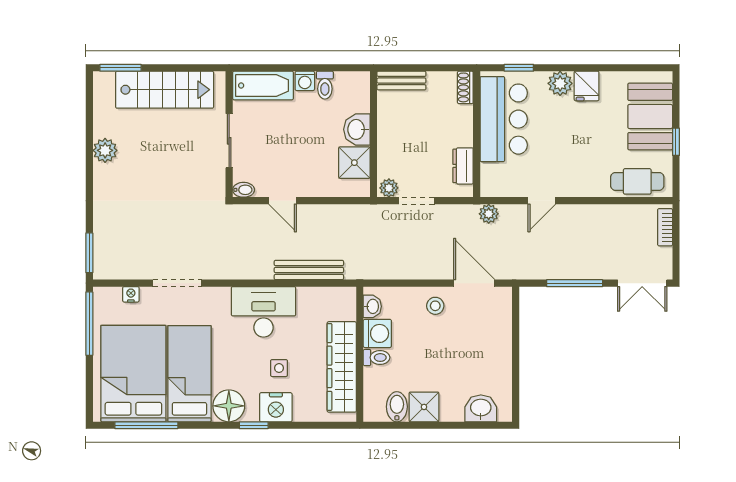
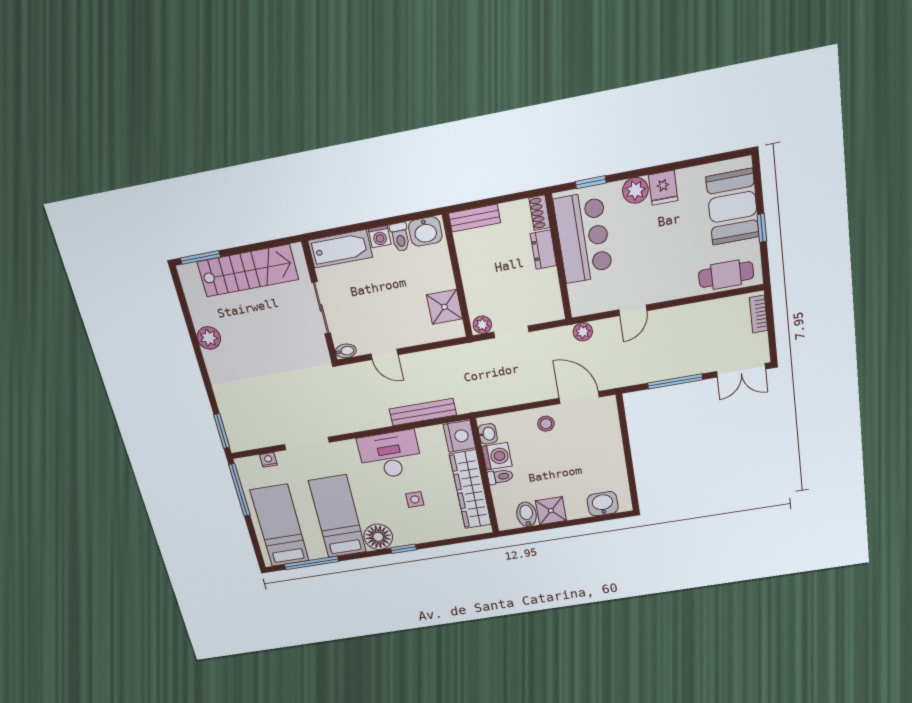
washbasin: (357, 129) -> (425, 231), moved, turned -90
dresser: (463, 166) -> (543, 250), moved
bed: (133, 374) -> (280, 526), width x0.67
nightstand: (276, 407) -> (459, 436), moved, turned -90

